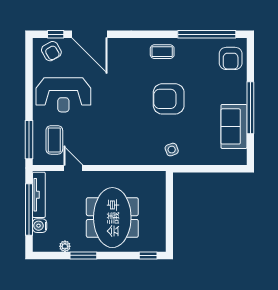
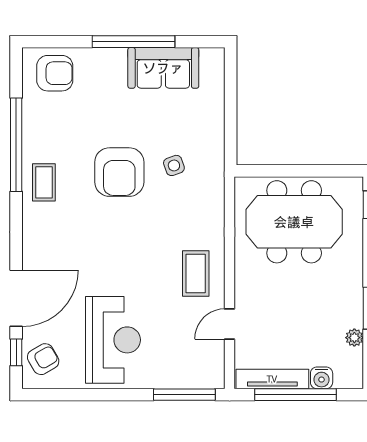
window: (207, 34) -> (16, 145), moved
coffee table: (54, 140) -> (196, 273), moved, turned 90
side table: (172, 150) -> (174, 165), moved
meeting table: (112, 218) -> (294, 222), moved

